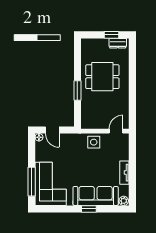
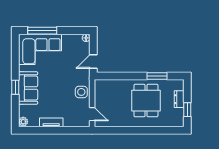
dresser: (118, 43) -> (179, 99), moved
window: (77, 90) -> (157, 76), moved
door: (52, 130) -> (93, 61), moved
sofa: (96, 196) -> (28, 88), width x0.73

